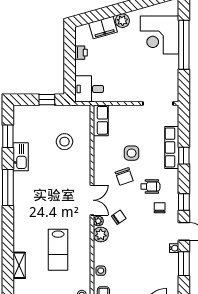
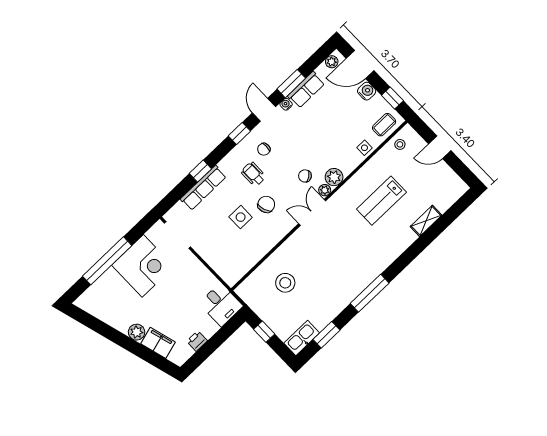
corner desk: (160, 35) -> (143, 266), moved
row of seats: (101, 120) -> (306, 90), moved, turned 180
kitchen sink: (21, 157) -> (302, 338), moved
lab bench: (58, 250) -> (381, 201), turned 180

